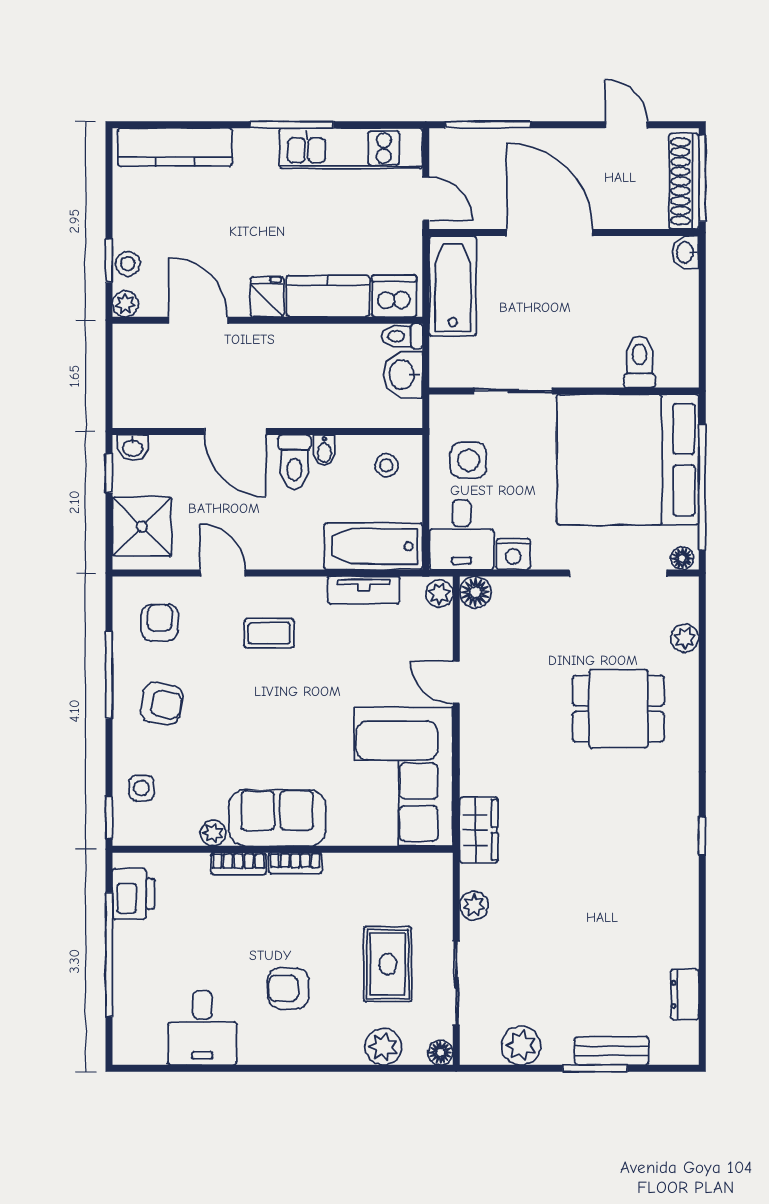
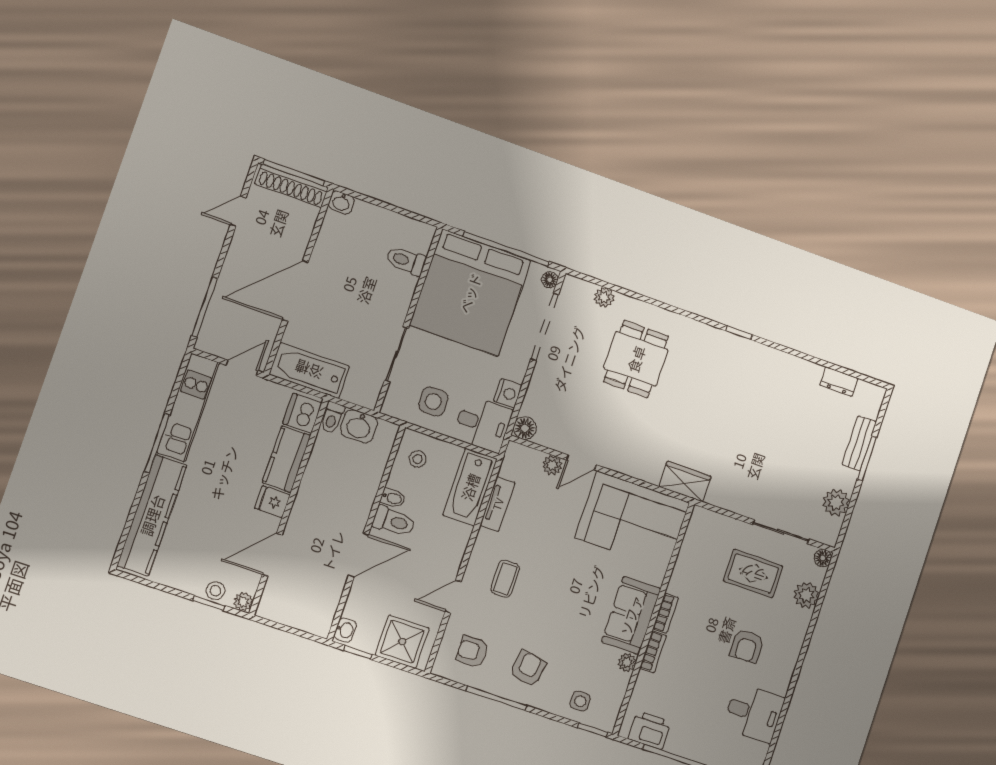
kitchen counter: (175, 147) -> (152, 515), width x1.39, depth x1.17
plant: (439, 594) -> (552, 465), moved
plant: (474, 906) -> (734, 502), removed

